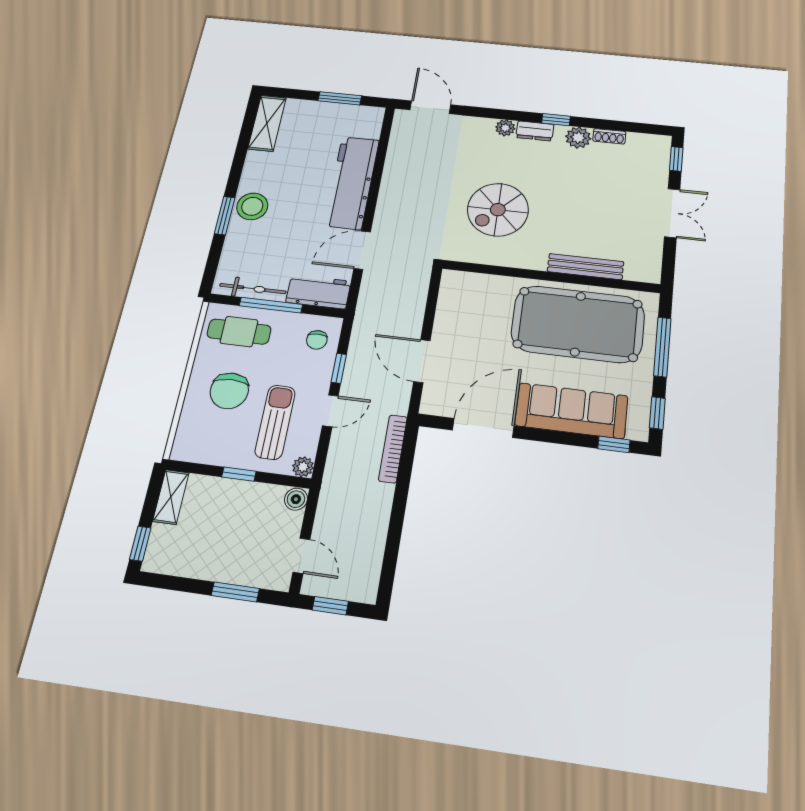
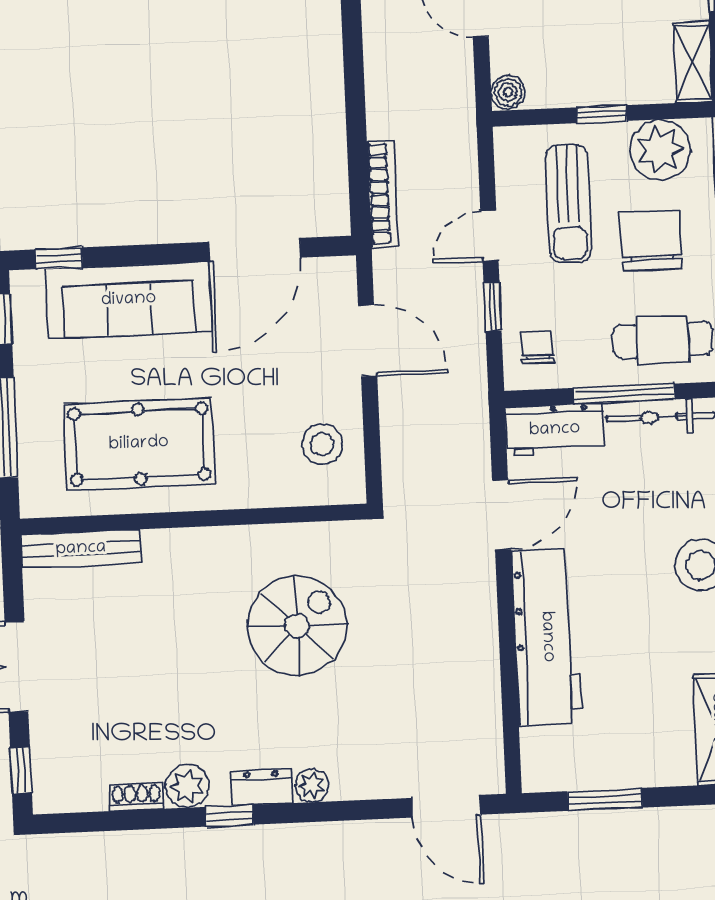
bench: (585, 267) -> (81, 549), moved
stool: (463, 306) -> (322, 444), added
pool table: (578, 324) -> (139, 444), width x0.73, depth x0.76
plant: (303, 467) -> (660, 150), moved, width x1.87, depth x1.87

